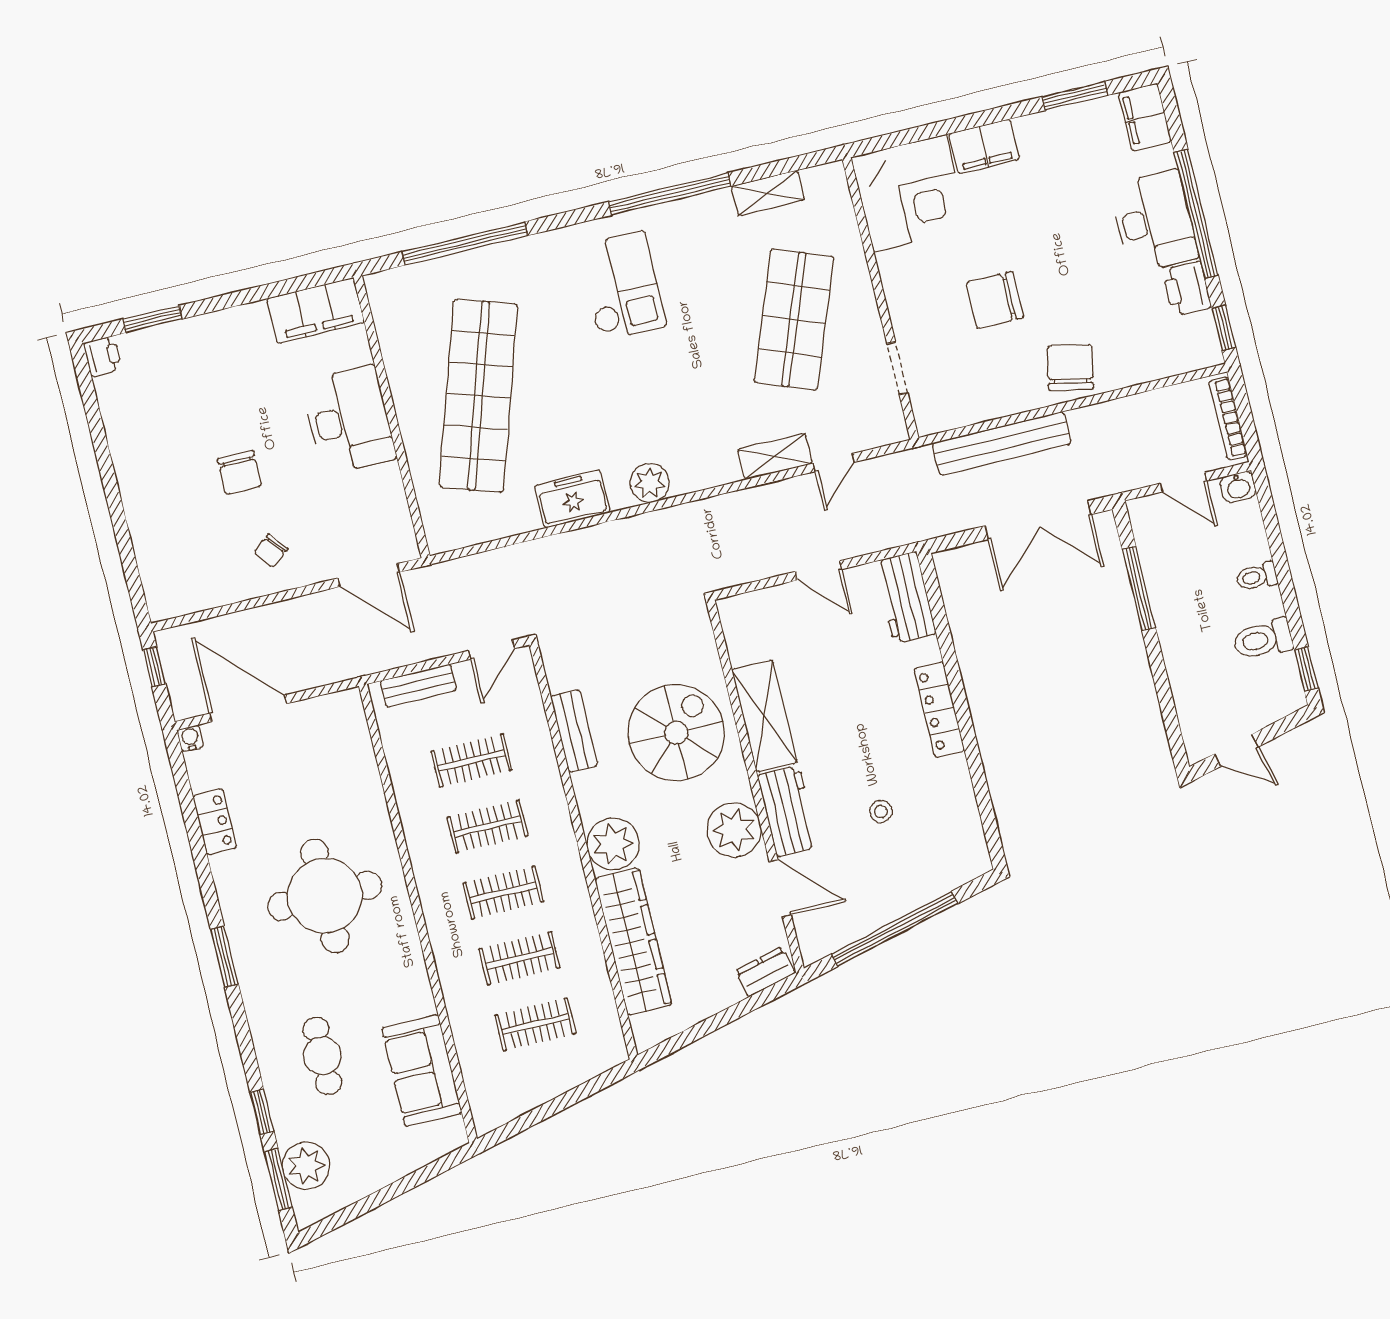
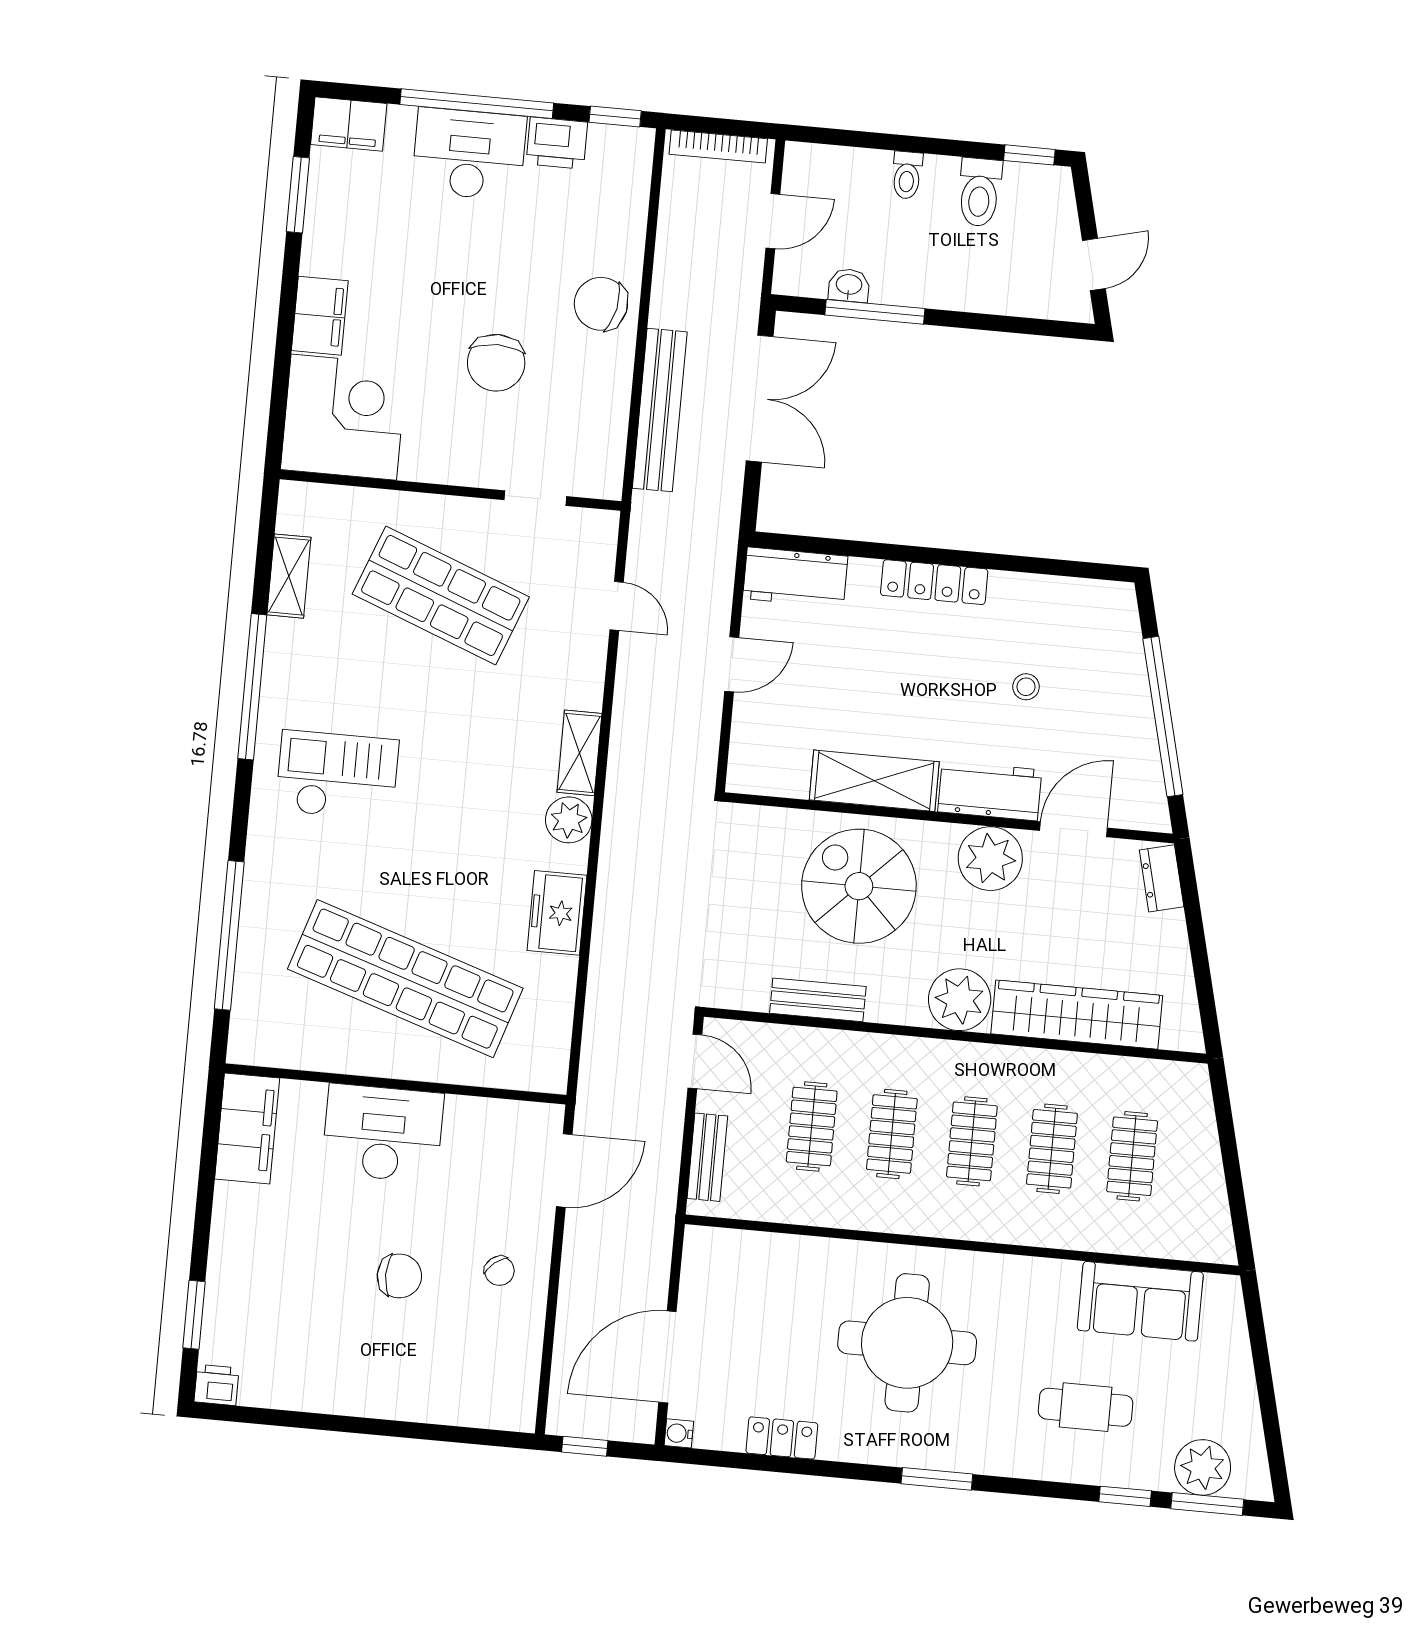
shelving: (775, 456) -> (579, 753), moved
washbasin: (1238, 487) -> (849, 285), moved, turned -90

